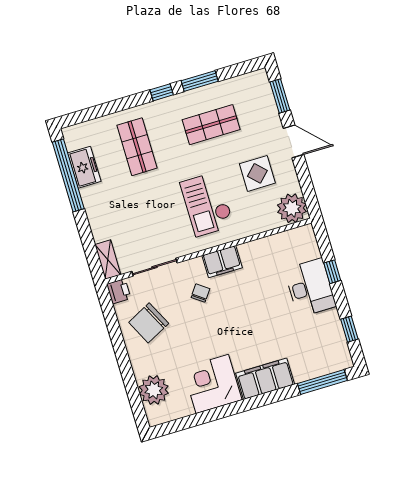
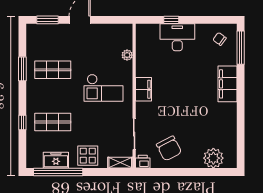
window: (162, 92) -> (22, 123), moved
shop shelf: (211, 125) -> (53, 70), turned 90
display table: (257, 173) -> (88, 156), moved
plant: (292, 208) -> (127, 55), moved, width x0.53, depth x0.53
chair: (200, 293) -> (220, 39), moved
window: (349, 329) -> (212, 20), removed
corner desk: (212, 384) -> (221, 119), removed

